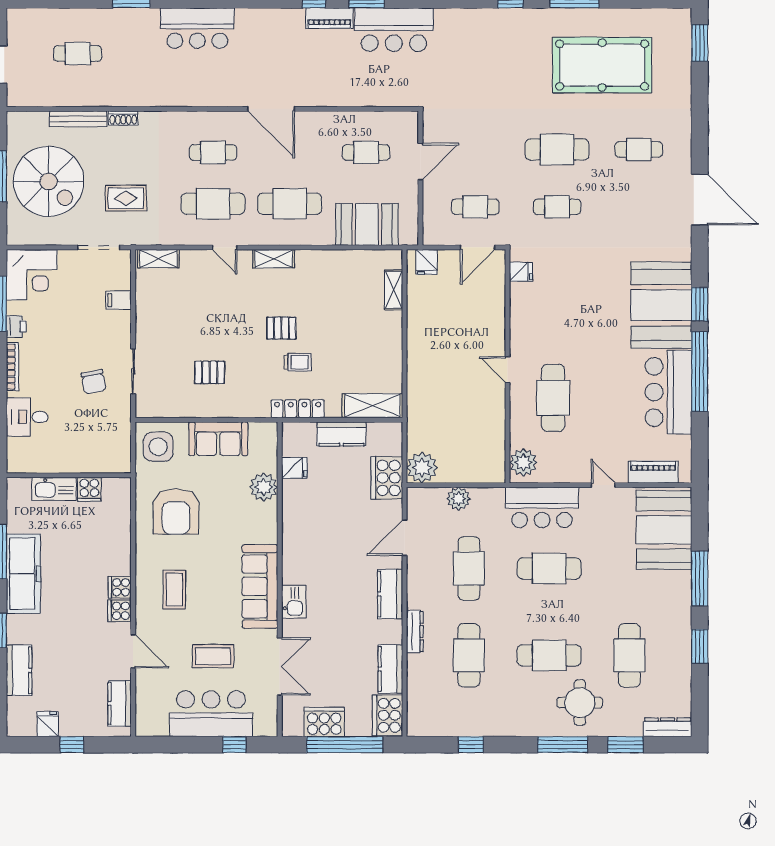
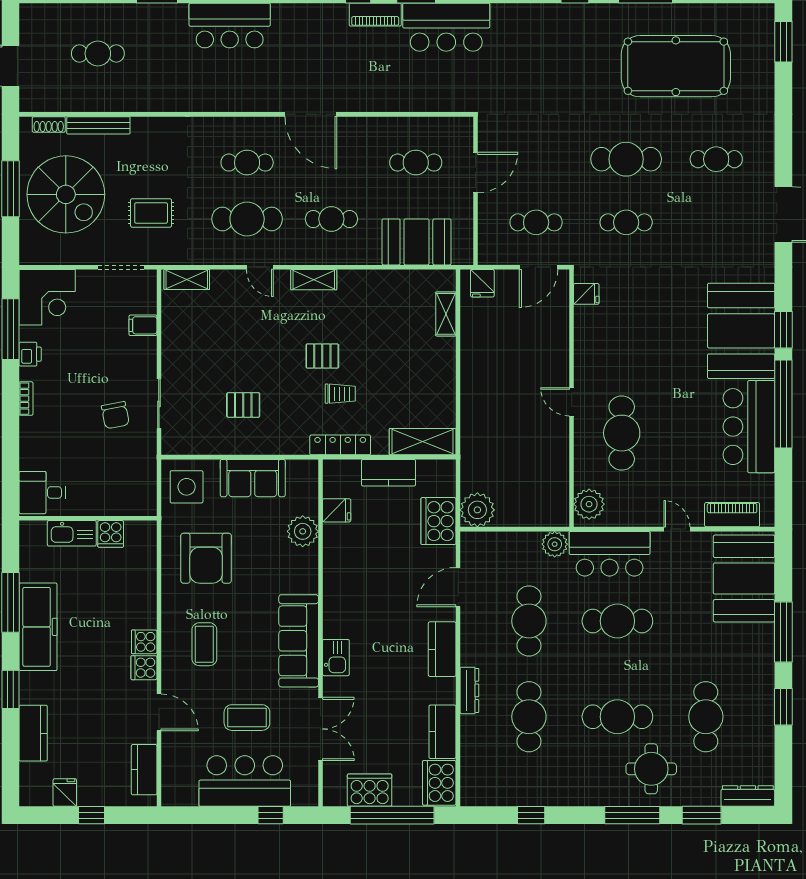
shoe rack: (123, 118) -> (49, 124), moved
cafe table: (290, 204) -> (331, 219), width x0.73, depth x0.74
bookcase: (12, 367) -> (26, 399), width x0.64
desk: (27, 417) -> (42, 493), moved
plant: (459, 499) -> (555, 544), moved

